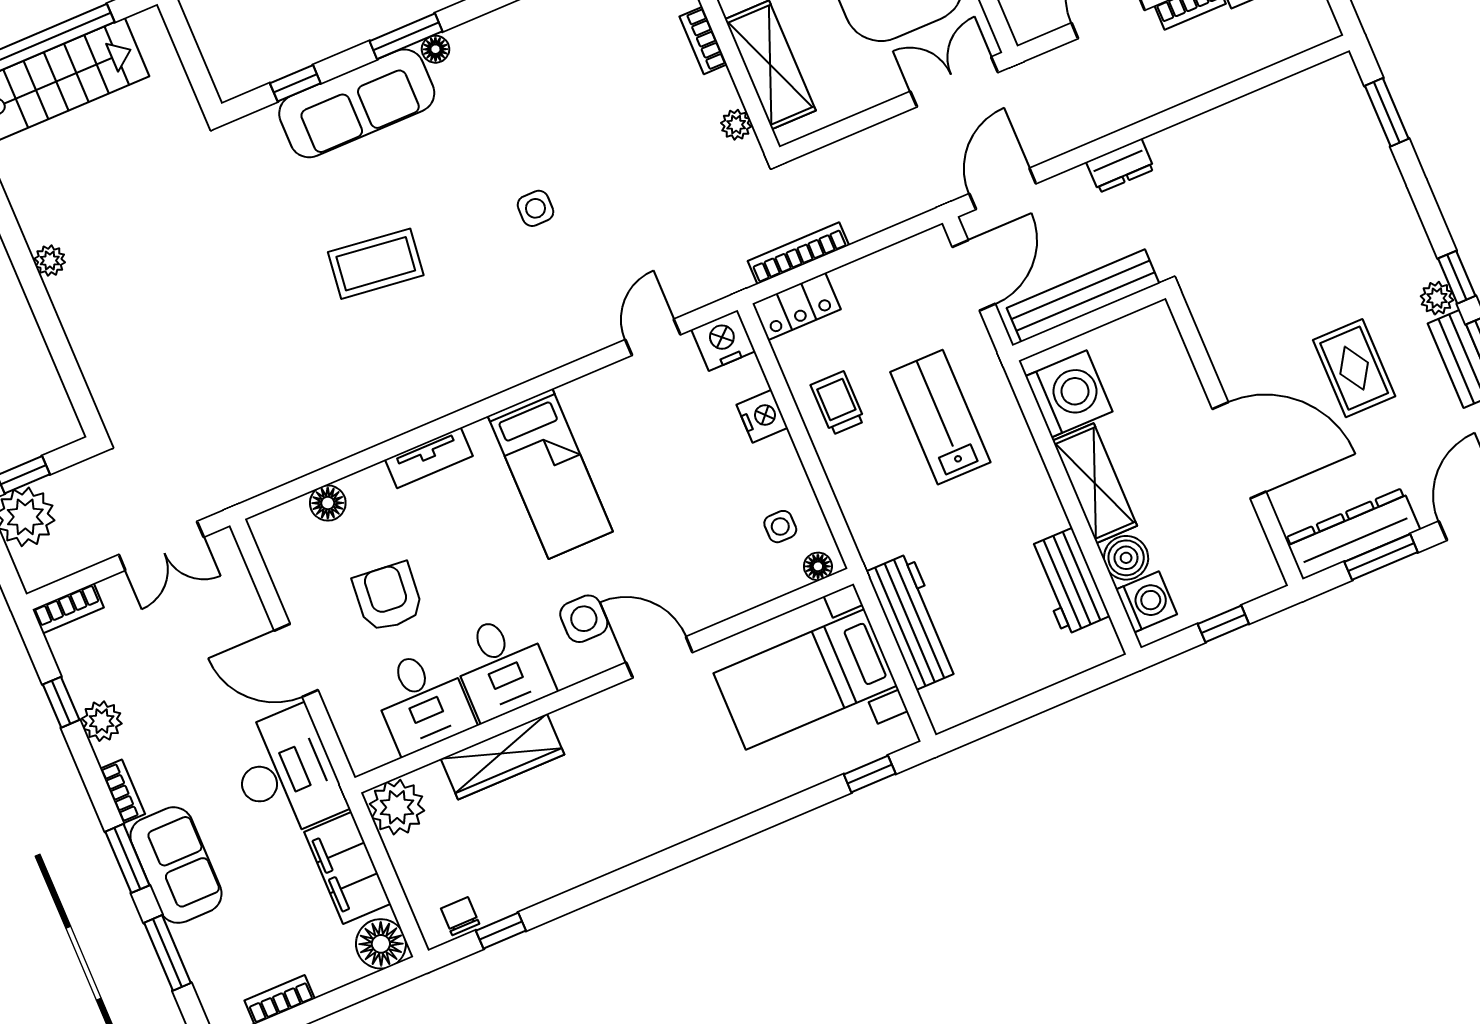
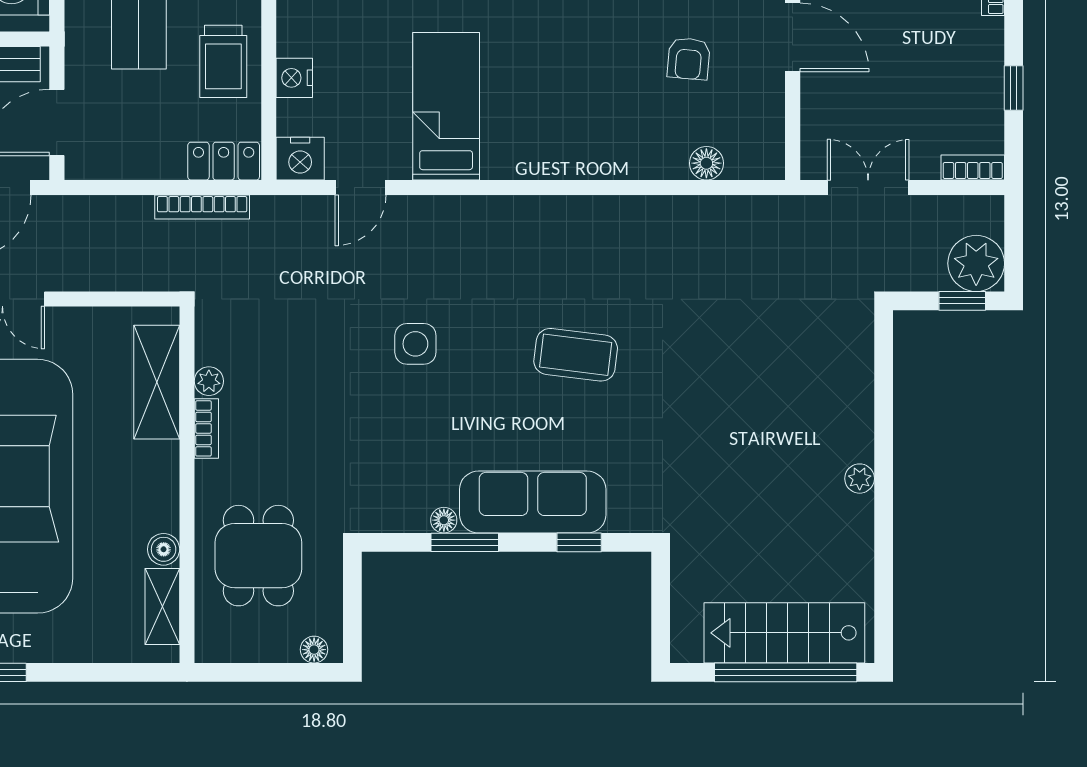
plant: (736, 125) -> (209, 381), moved
side table: (535, 208) -> (415, 344), width x1.37, depth x1.37
trolley: (838, 403) -> (223, 61), width x1.36, depth x1.39
tv unit: (429, 458) -> (601, 165), removed
bed: (550, 474) -> (446, 106), moved
armchair: (388, 597) -> (689, 59), width x0.72, depth x0.72
plant: (102, 721) -> (985, 56), removed

